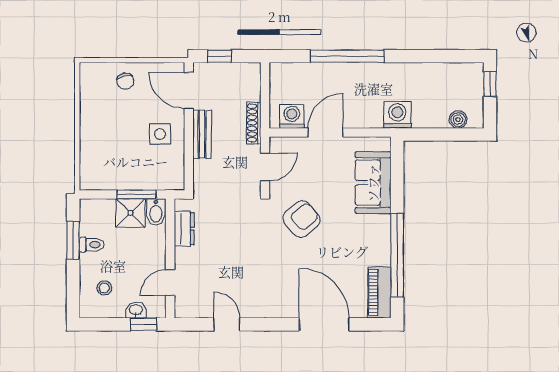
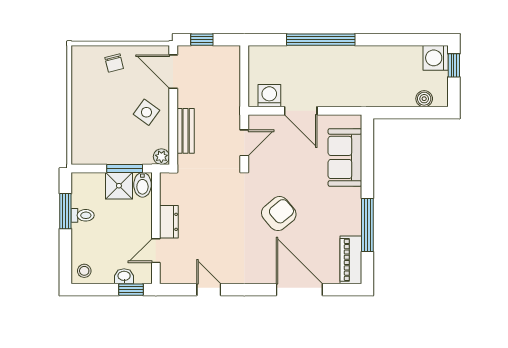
washing machine: (397, 115) -> (436, 58), moved, turned -90
shoe rack: (254, 123) -> (234, 102), removed
door: (326, 132) -> (301, 111), swing flipped
side table: (160, 134) -> (146, 112), turned 36
bench: (202, 134) -> (186, 131), moved
plant: (176, 182) -> (161, 157), added
armchair: (302, 219) -> (279, 214), moved
dresser: (184, 229) -> (169, 222), moved
window: (397, 255) -> (367, 225), width x0.68
stool: (104, 288) -> (84, 271), moved

